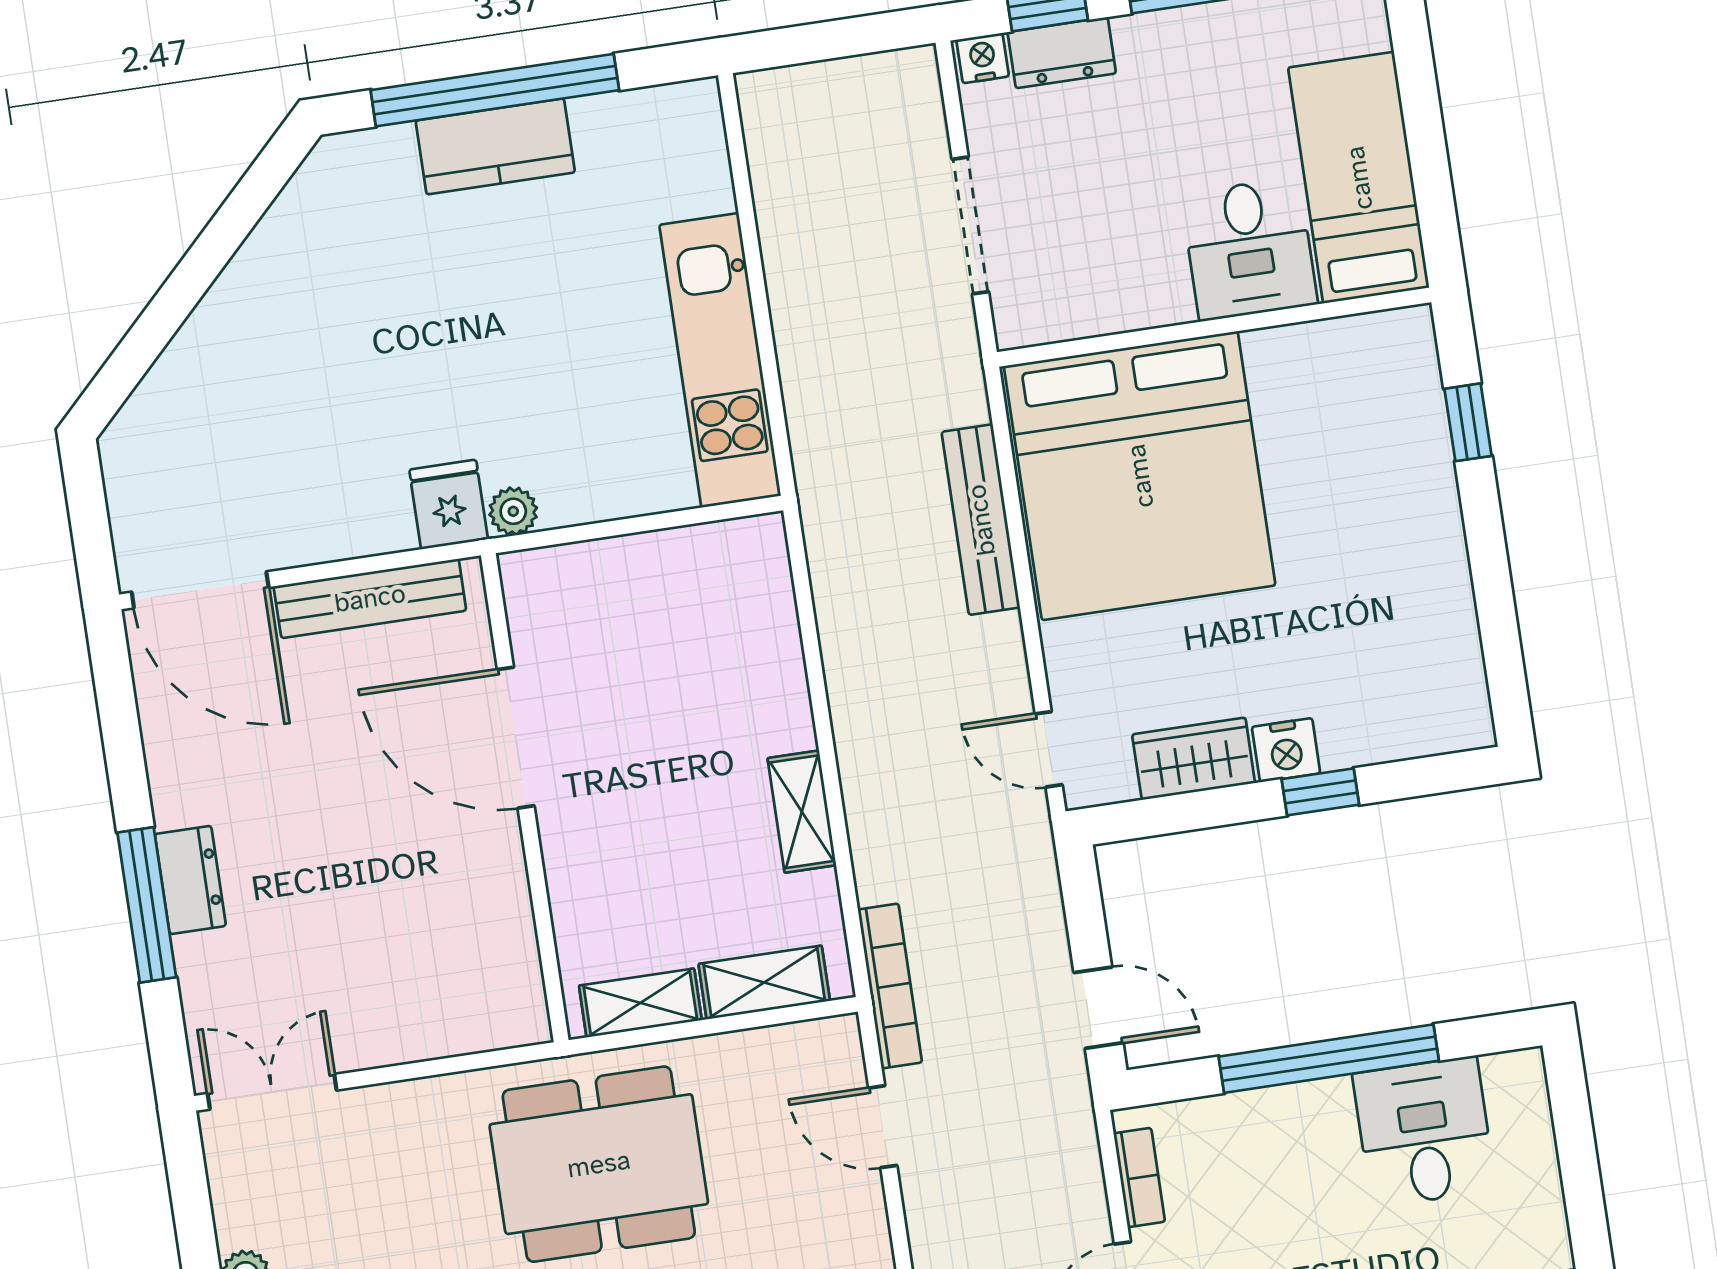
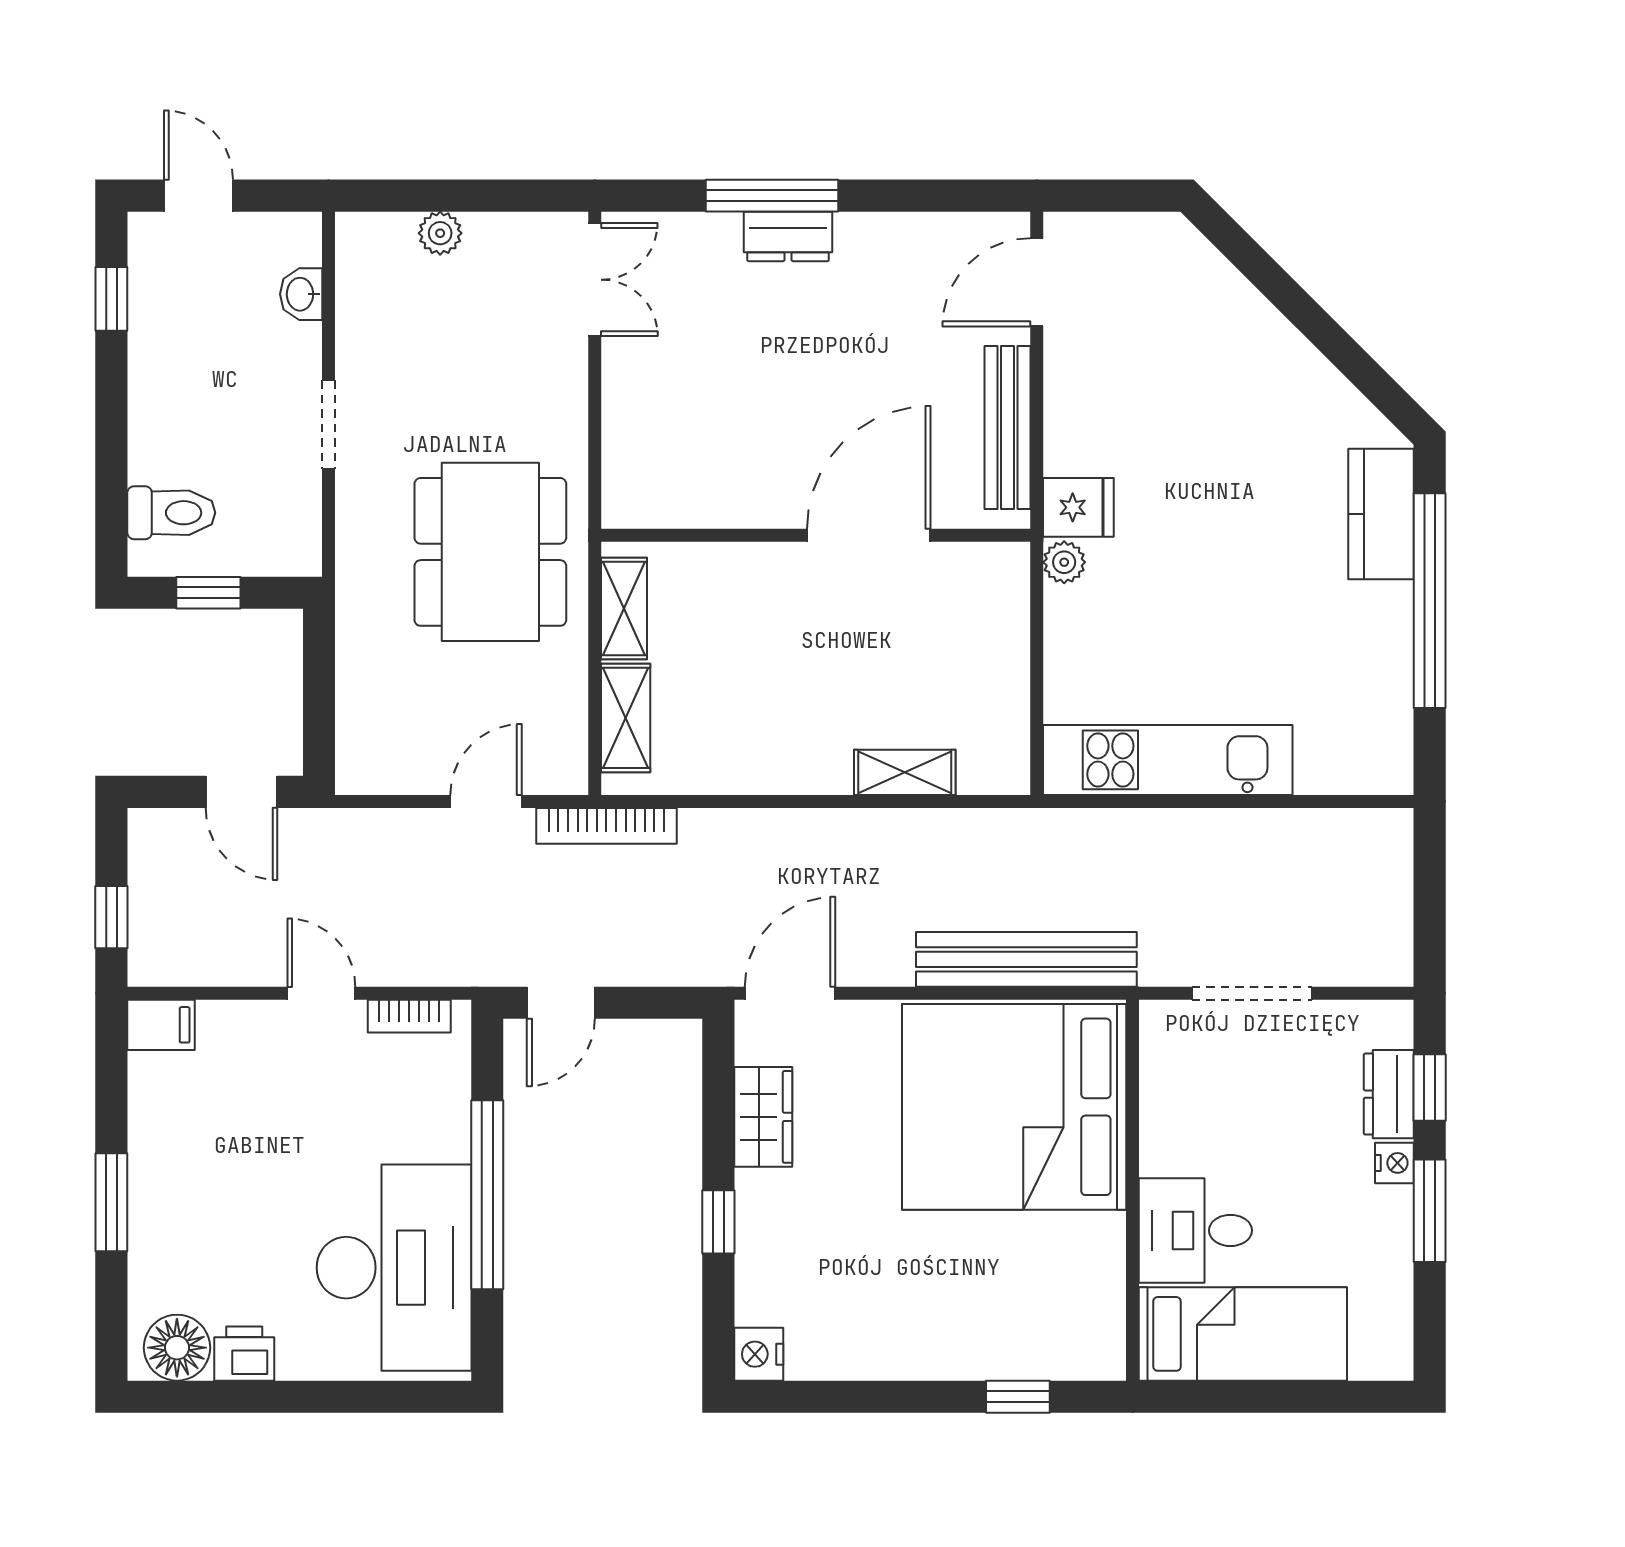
nightstand: (983, 58) -> (1394, 1163), moved
kitchen counter: (495, 146) -> (1381, 514), moved
bench: (981, 520) -> (1026, 959), width x1.37, depth x1.21
door: (200, 590) -> (1037, 282), width x0.73
door: (1049, 749) -> (790, 993), width x1.38
nightstand: (1286, 750) -> (759, 1354), moved
shelving: (802, 812) -> (905, 772), moved
desk: (1424, 1132) -> (394, 1268), width x1.87, depth x1.30

